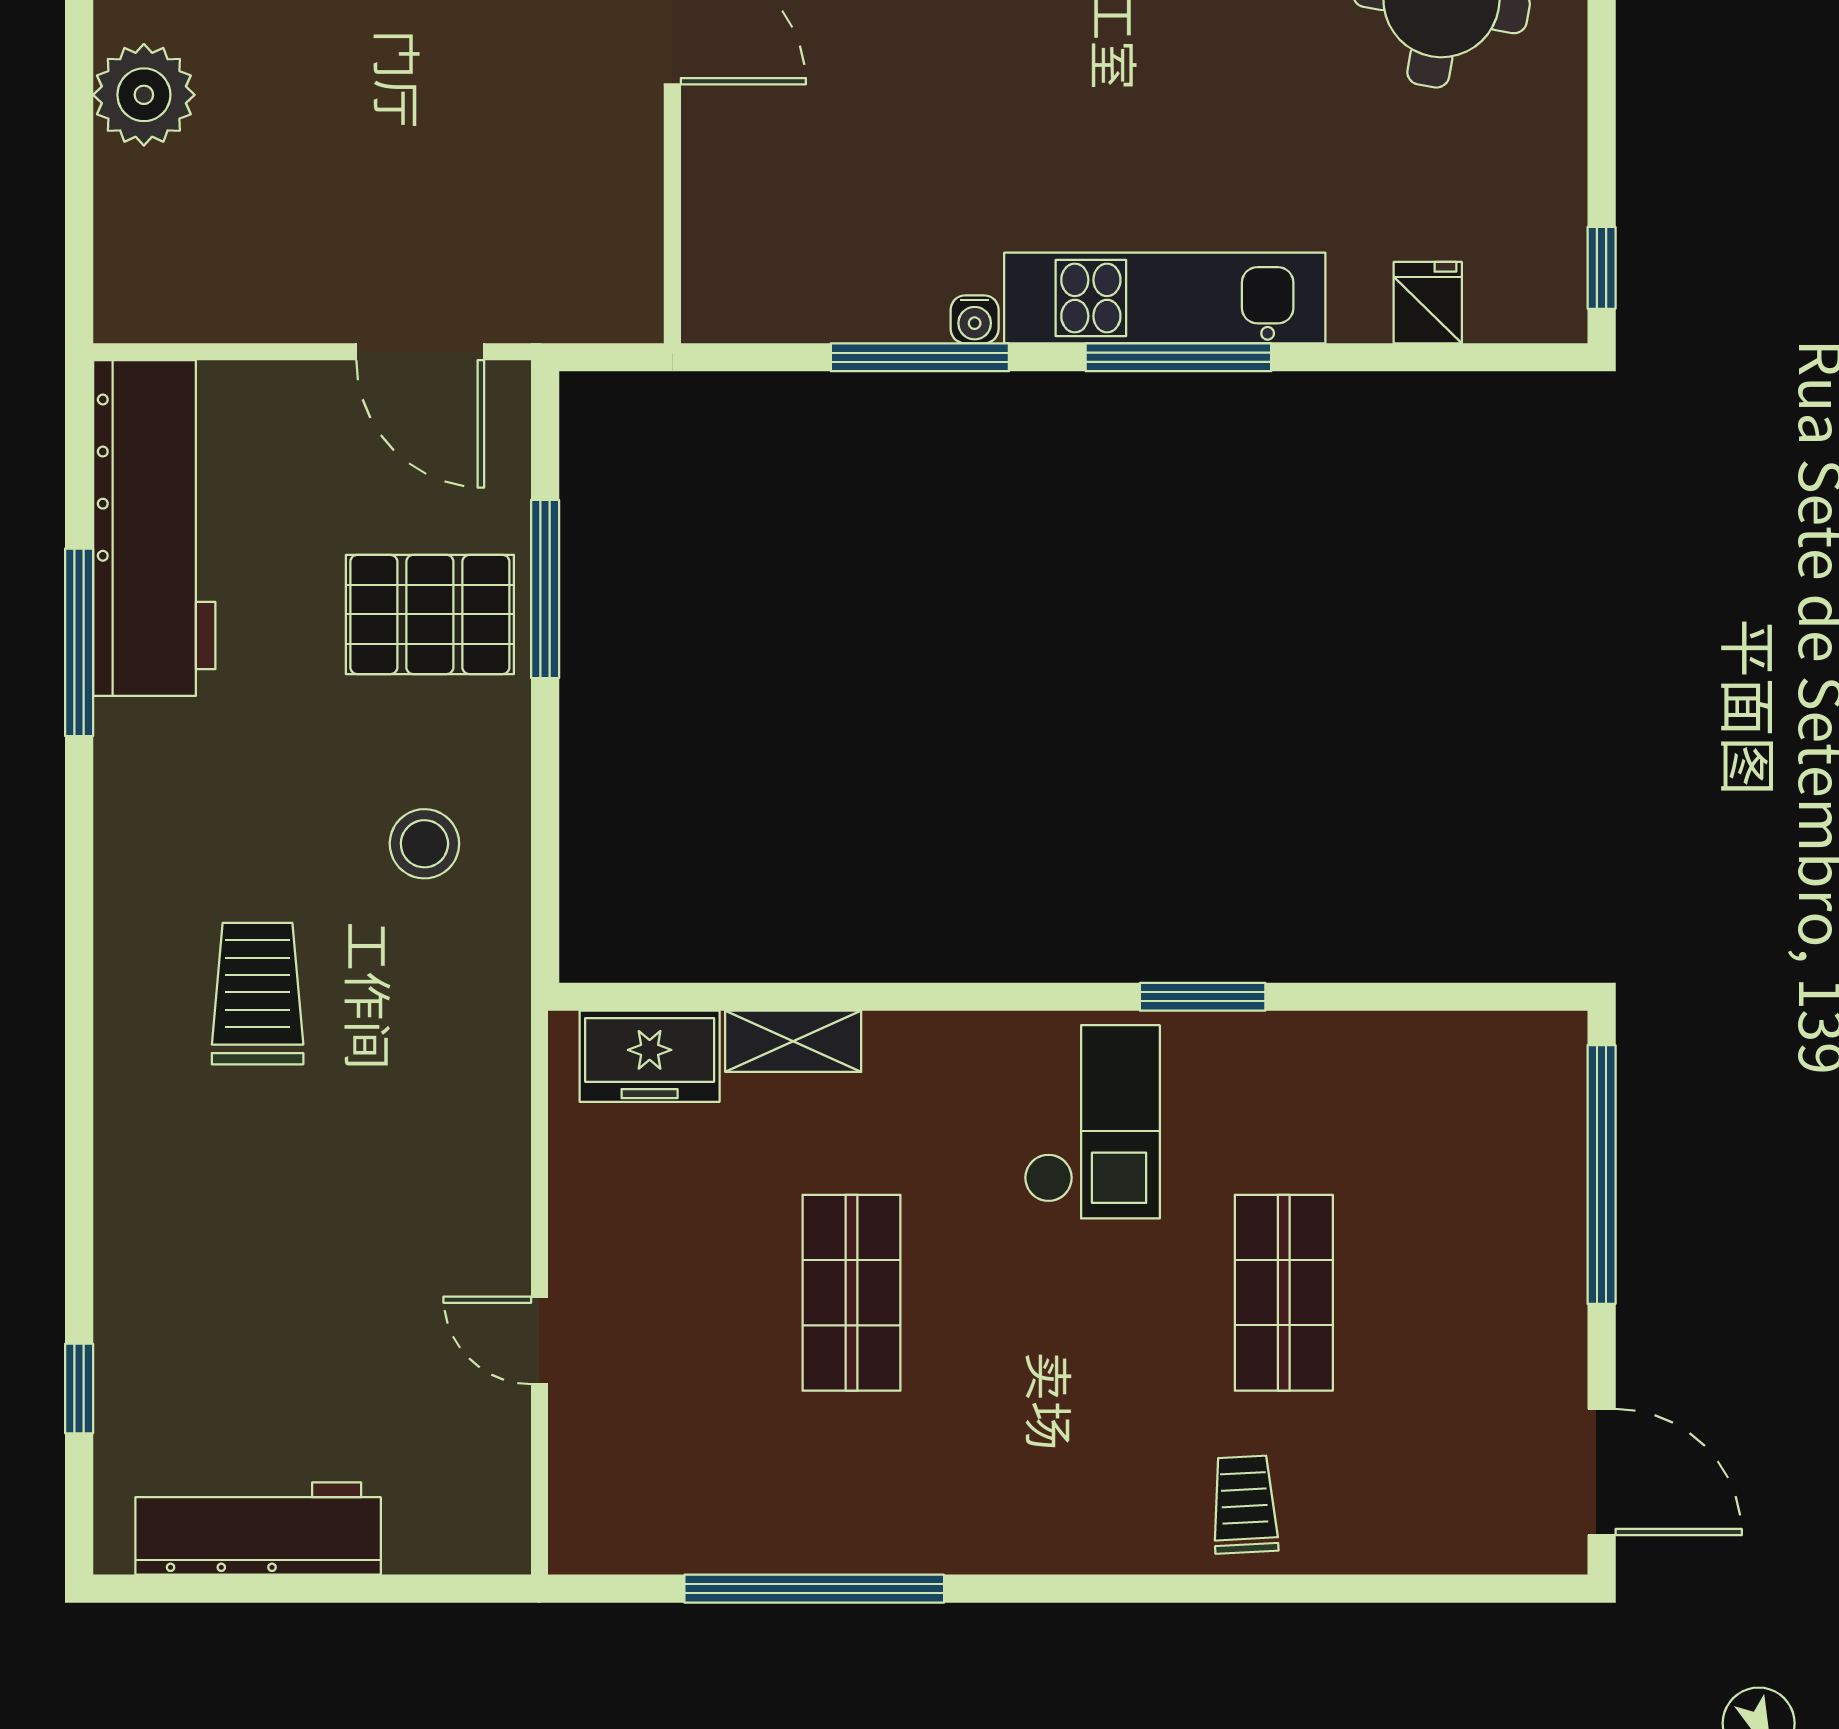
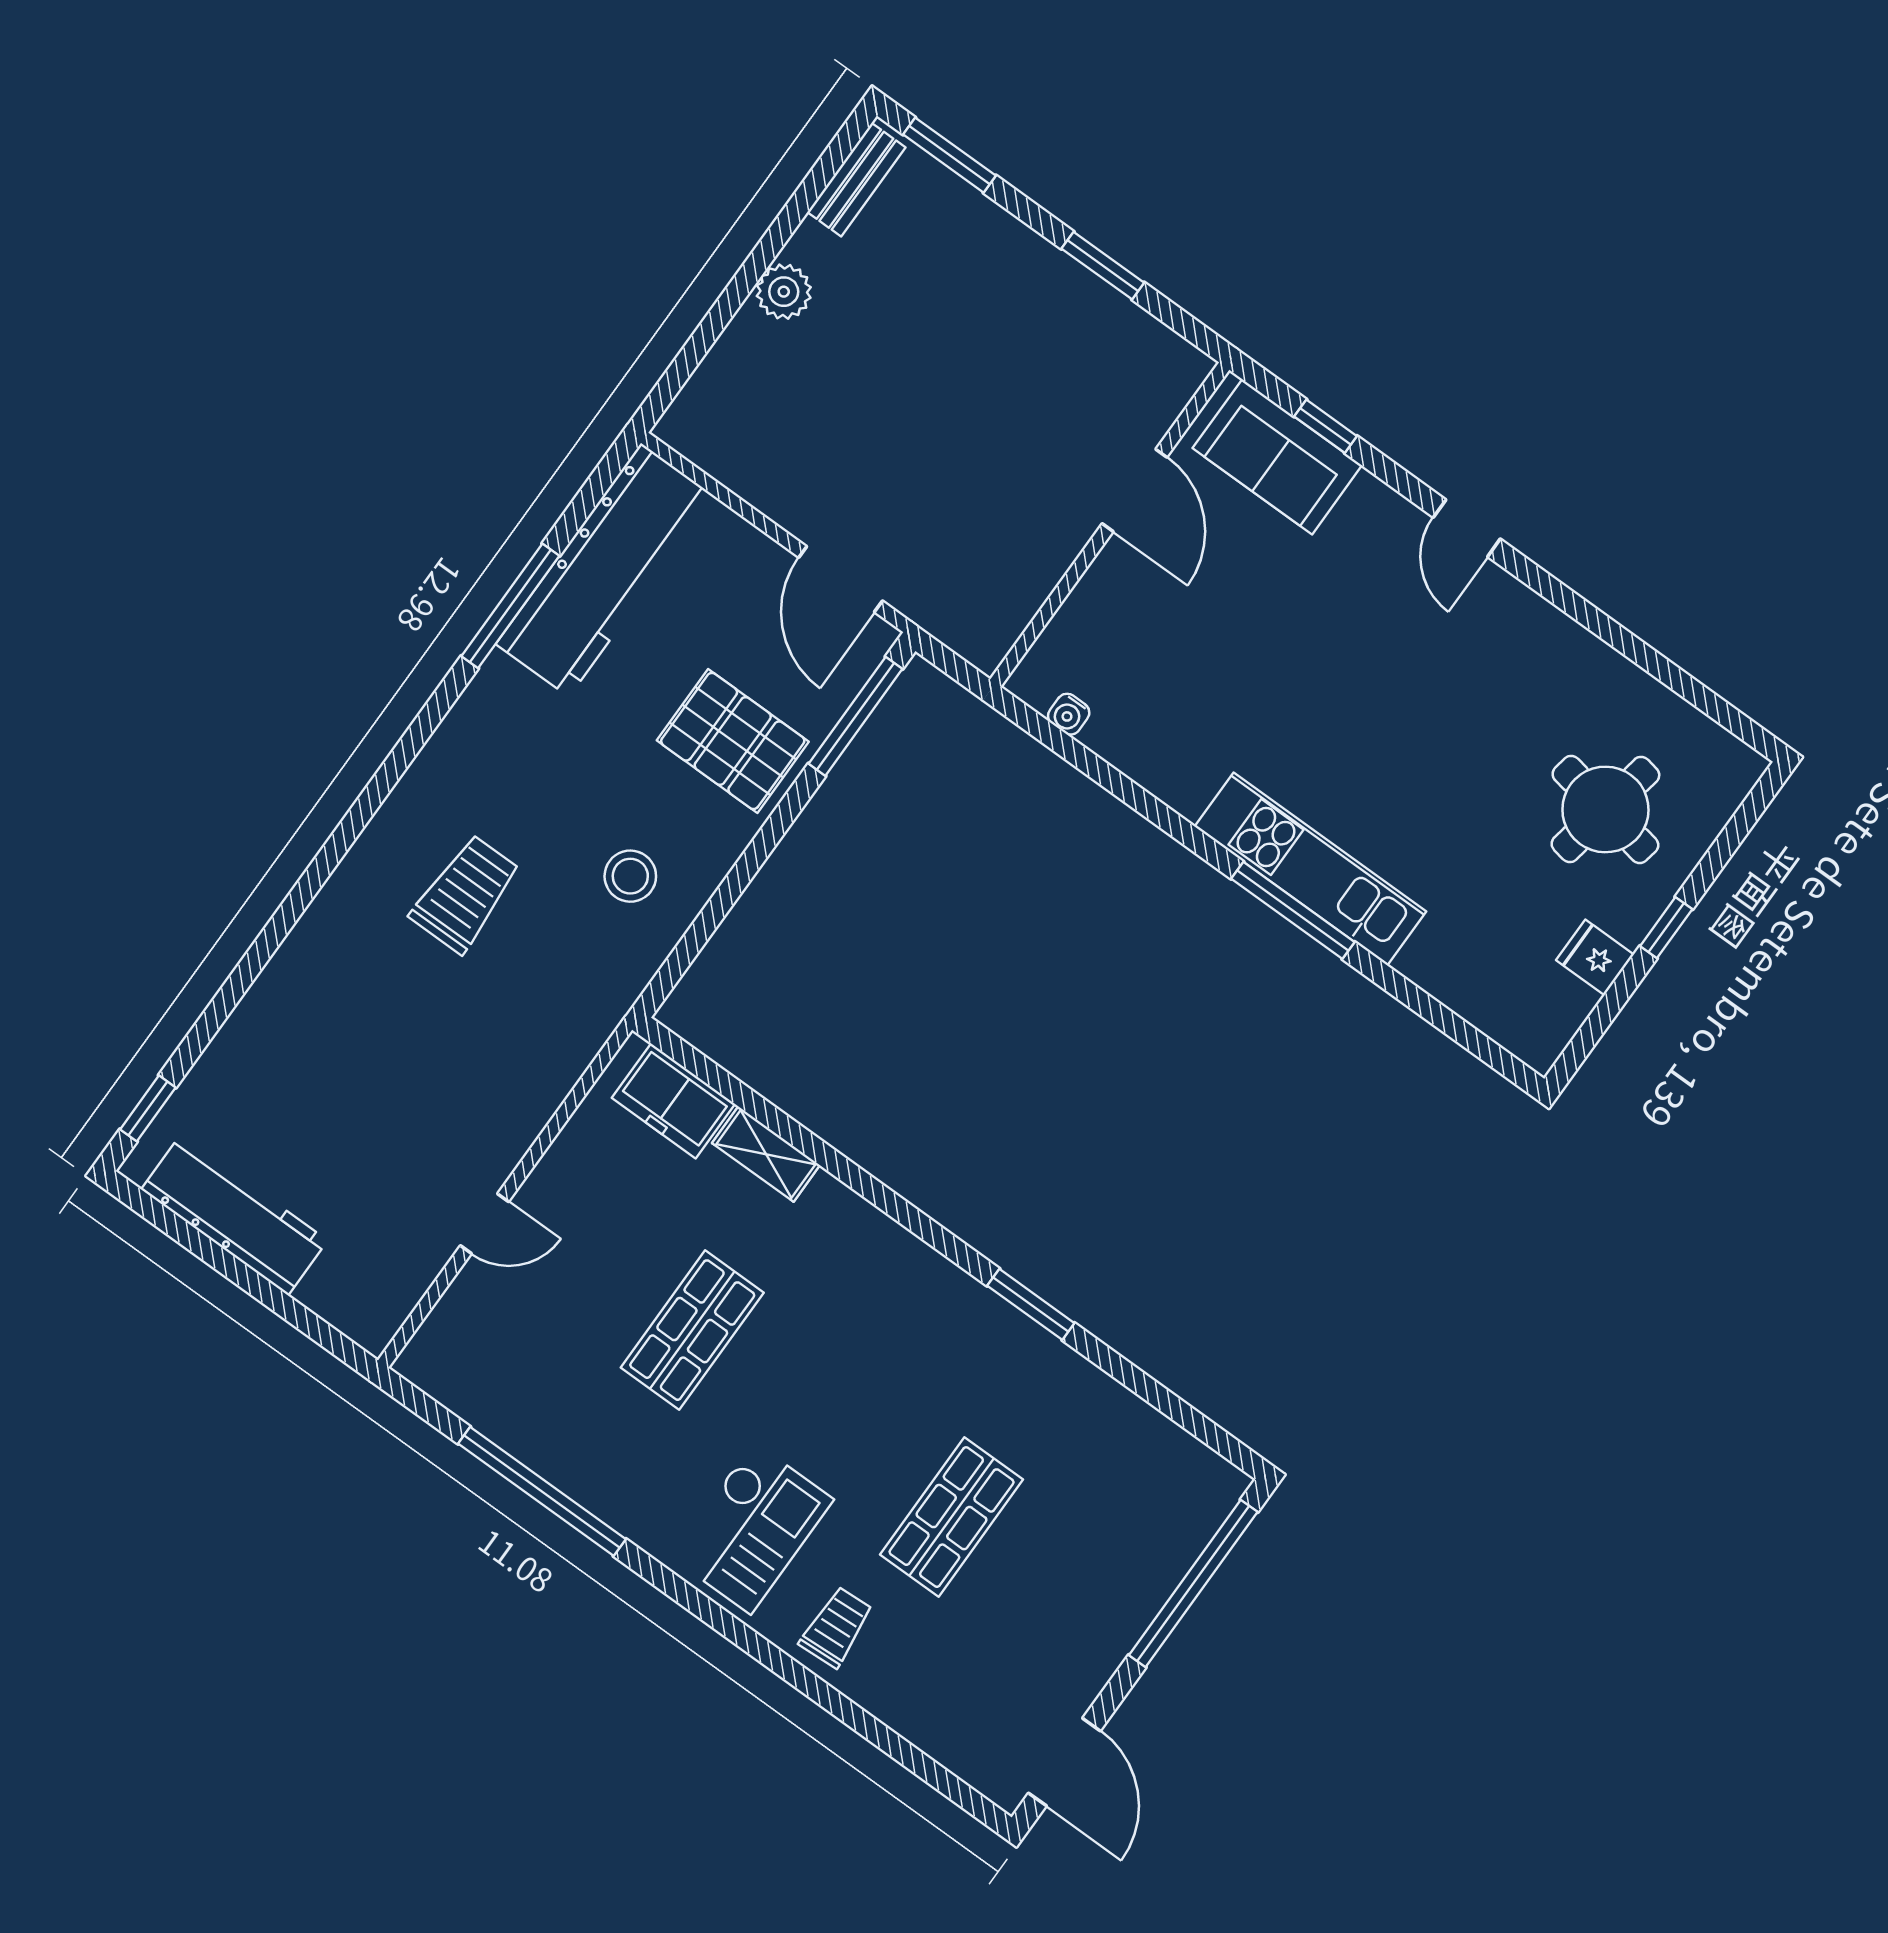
plant: (144, 95) -> (784, 292), width x0.73, depth x0.73
window: (1602, 268) -> (1666, 928), moved
fridge: (1428, 303) -> (1595, 957), moved, turned -90
water cooler: (975, 319) -> (1069, 714), moved
window: (920, 357) -> (1138, 799), removed
window: (545, 589) -> (856, 716), moved
checkout: (1092, 1122) -> (752, 1528), moved
door: (539, 1340) -> (485, 1224), swing flipped
window: (79, 1388) -> (148, 1108), moved

